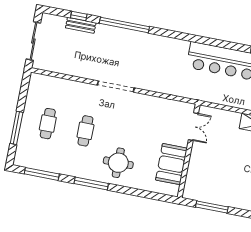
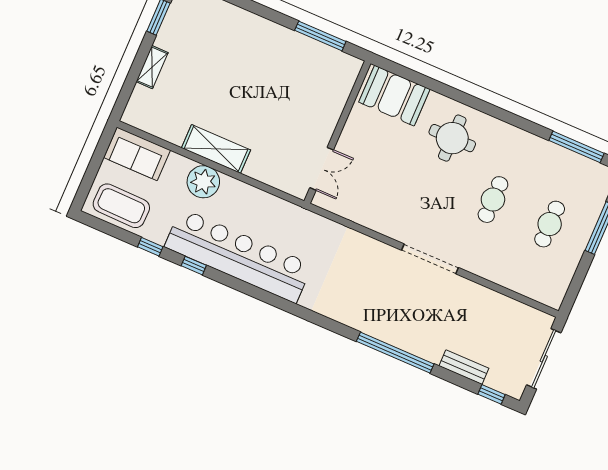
window: (79, 16) -> (492, 394), moved
double door: (193, 127) -> (322, 169), swing flipped
booth: (171, 164) -> (394, 96), moved, turned 90
window: (91, 184) -> (502, 115), removed

